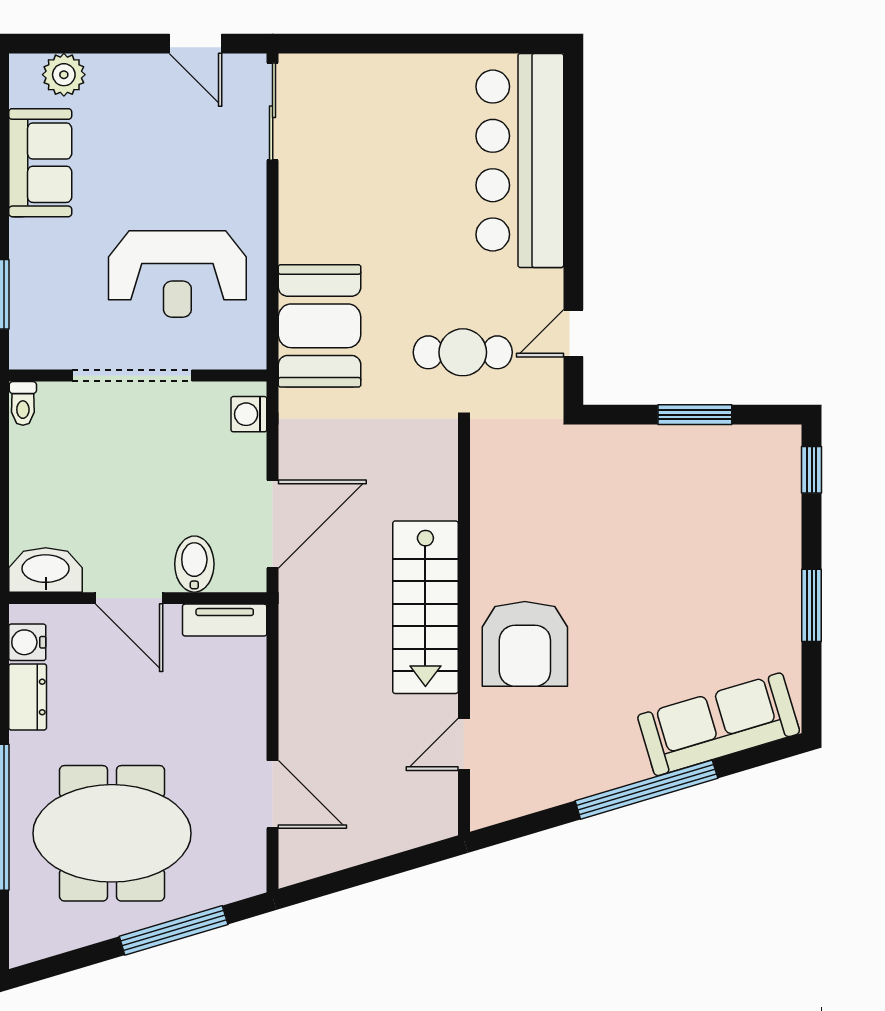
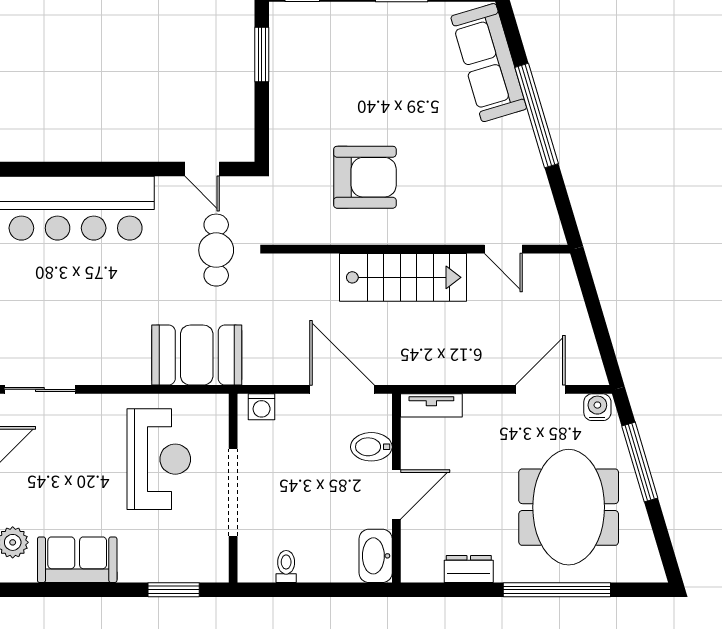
toilet: (23, 403) -> (286, 567), moved, turned -90
window: (695, 415) -> (262, 54), moved
tv unit: (225, 620) -> (431, 405), moved, turned 90
water cooler: (27, 642) -> (597, 407), moved, turned 180
armchair: (525, 644) -> (365, 177), moved

